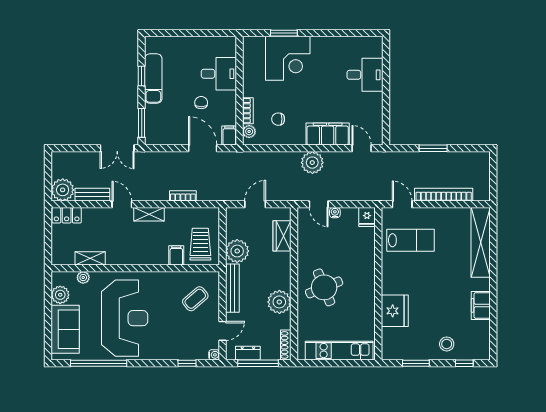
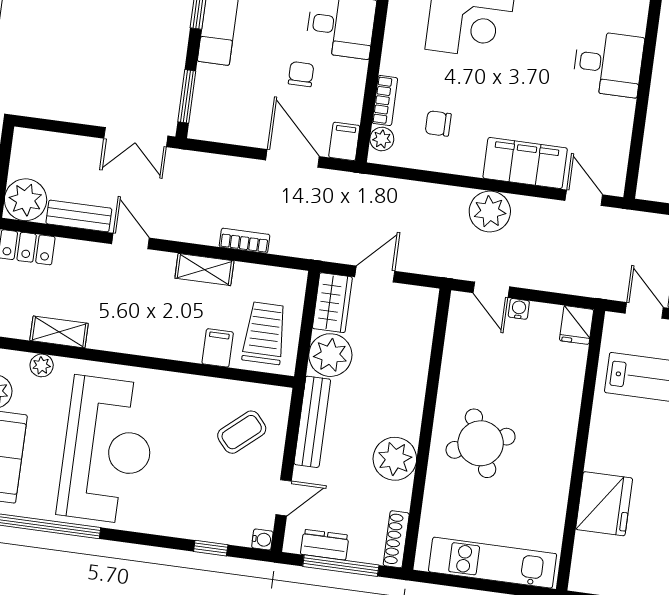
shelving: (149, 214) -> (204, 270), moved
wardrobe: (282, 236) -> (332, 303), moved, turned 180

